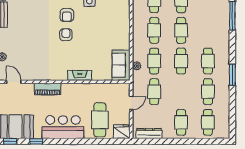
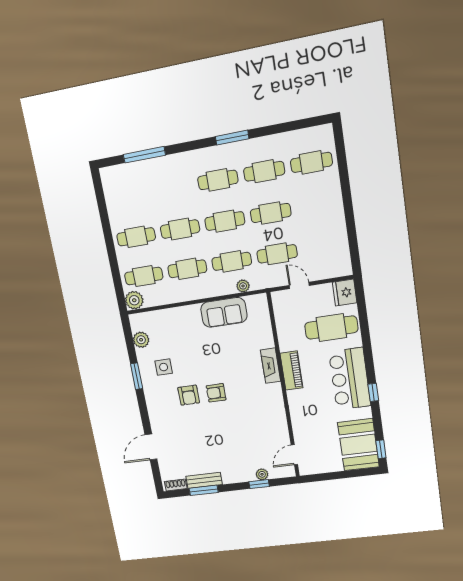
armchair: (67, 15) -> (189, 395), turned 90
sofa: (121, 65) -> (224, 312), moved
piano: (48, 89) -> (292, 371), moved
cafe table: (181, 122) -> (271, 213), moved
dresser: (149, 134) -> (342, 251), removed
window: (36, 141) -> (373, 392), moved

